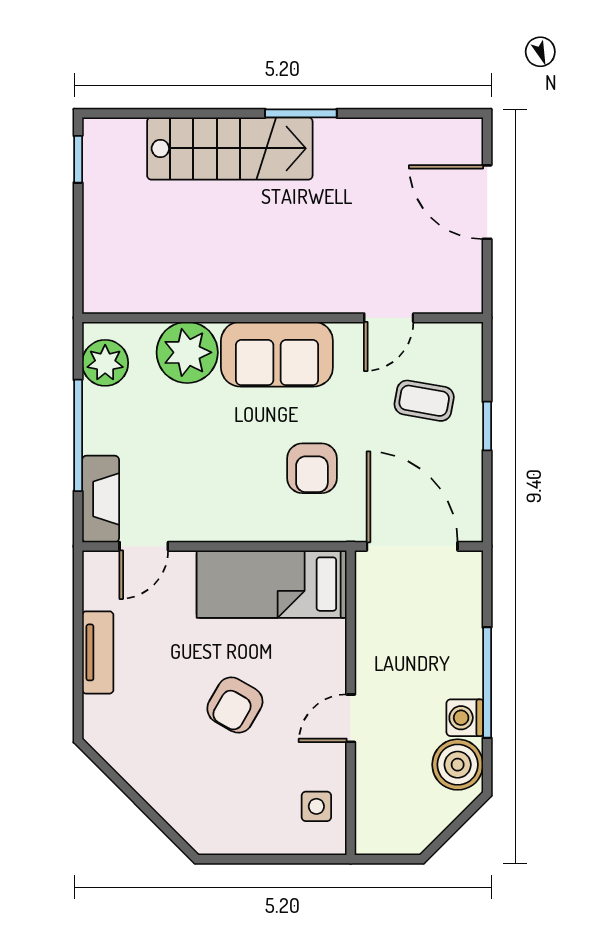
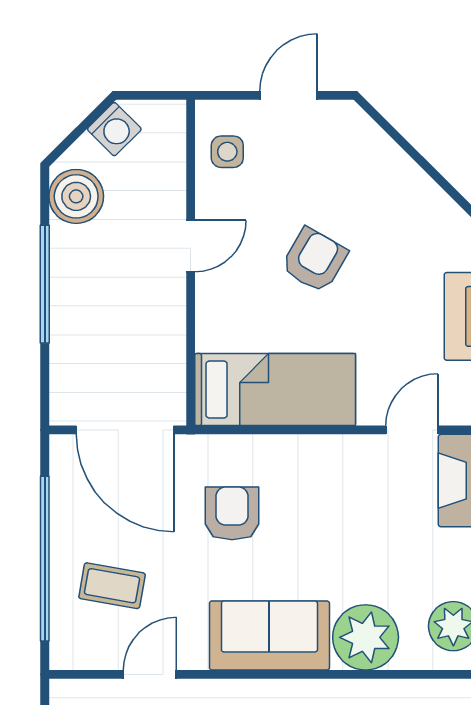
window: (487, 426) -> (45, 559), width x3.17
washing machine: (465, 718) -> (114, 129), moved, turned 45
door: (259, 859) -> (289, 95), added

